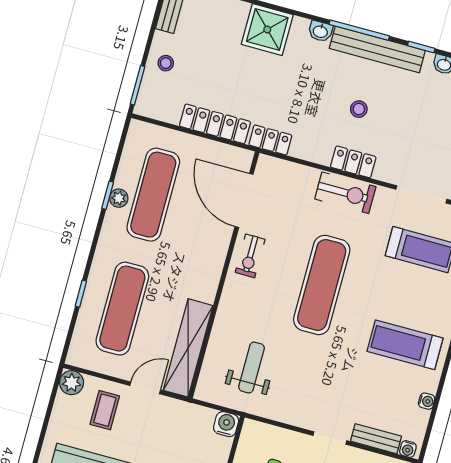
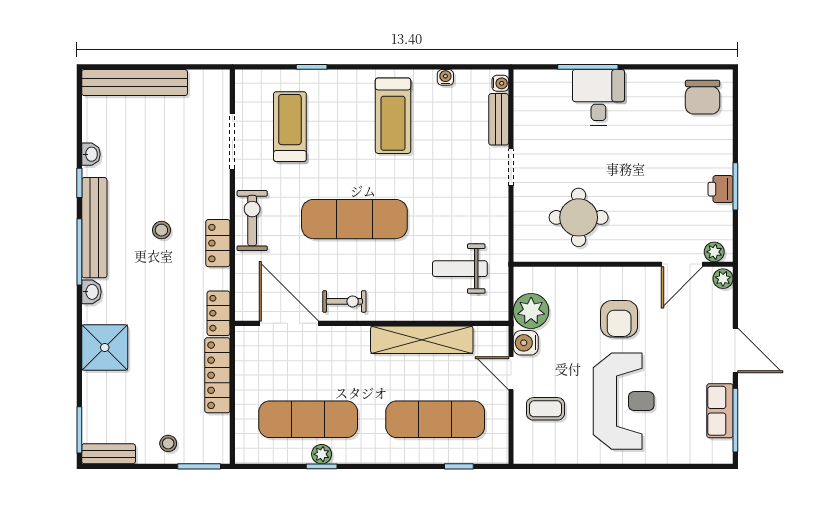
locker: (353, 162) -> (218, 243), moved
door: (244, 200) -> (289, 323), swing flipped
window: (81, 294) -> (459, 466), moved
shelving: (188, 348) -> (422, 340), moved
plant: (72, 383) -> (531, 311), moved, width x1.36, depth x1.36
water cooler: (226, 424) -> (526, 343), moved

